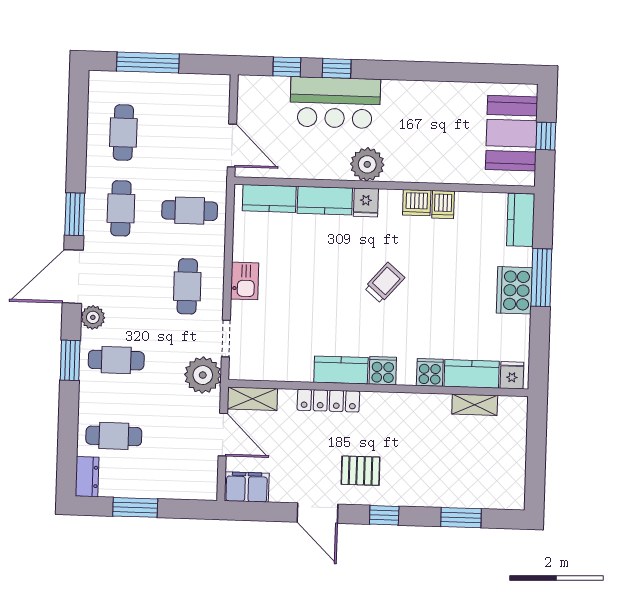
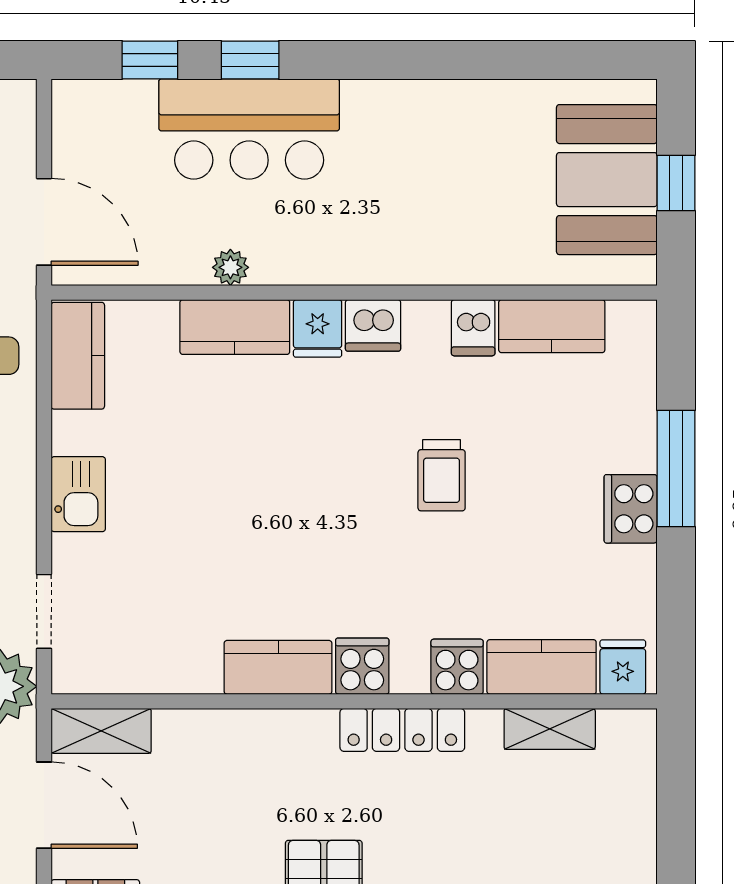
plant: (367, 164) -> (230, 267), moved, width x0.53, depth x0.53
kitchen counter: (269, 198) -> (78, 356), moved, turned -90
dishwasher: (417, 203) -> (373, 325), moved
kitchen counter: (521, 220) -> (552, 326), moved, turned -90
trolley: (385, 283) -> (442, 475), moved, turned 139
cooker: (514, 290) -> (631, 509), width x0.73, depth x0.76
locker: (328, 401) -> (402, 730), moved

